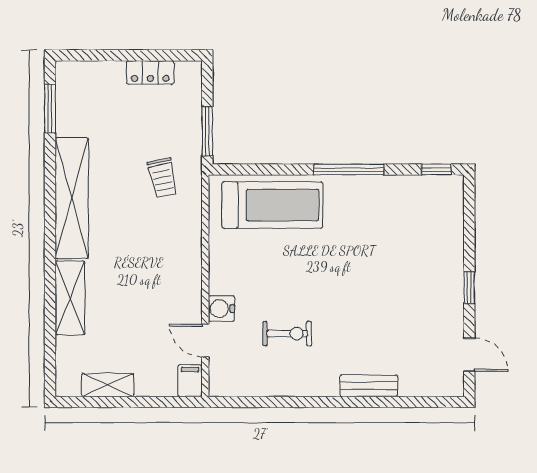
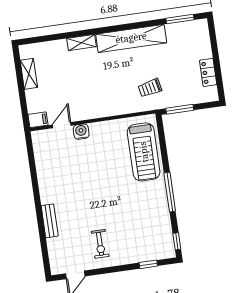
window: (469, 288) -> (148, 264), moved
shelving: (70, 298) -> (82, 43), width x0.67, depth x0.75
exercise bike: (287, 334) -> (100, 244), moved

